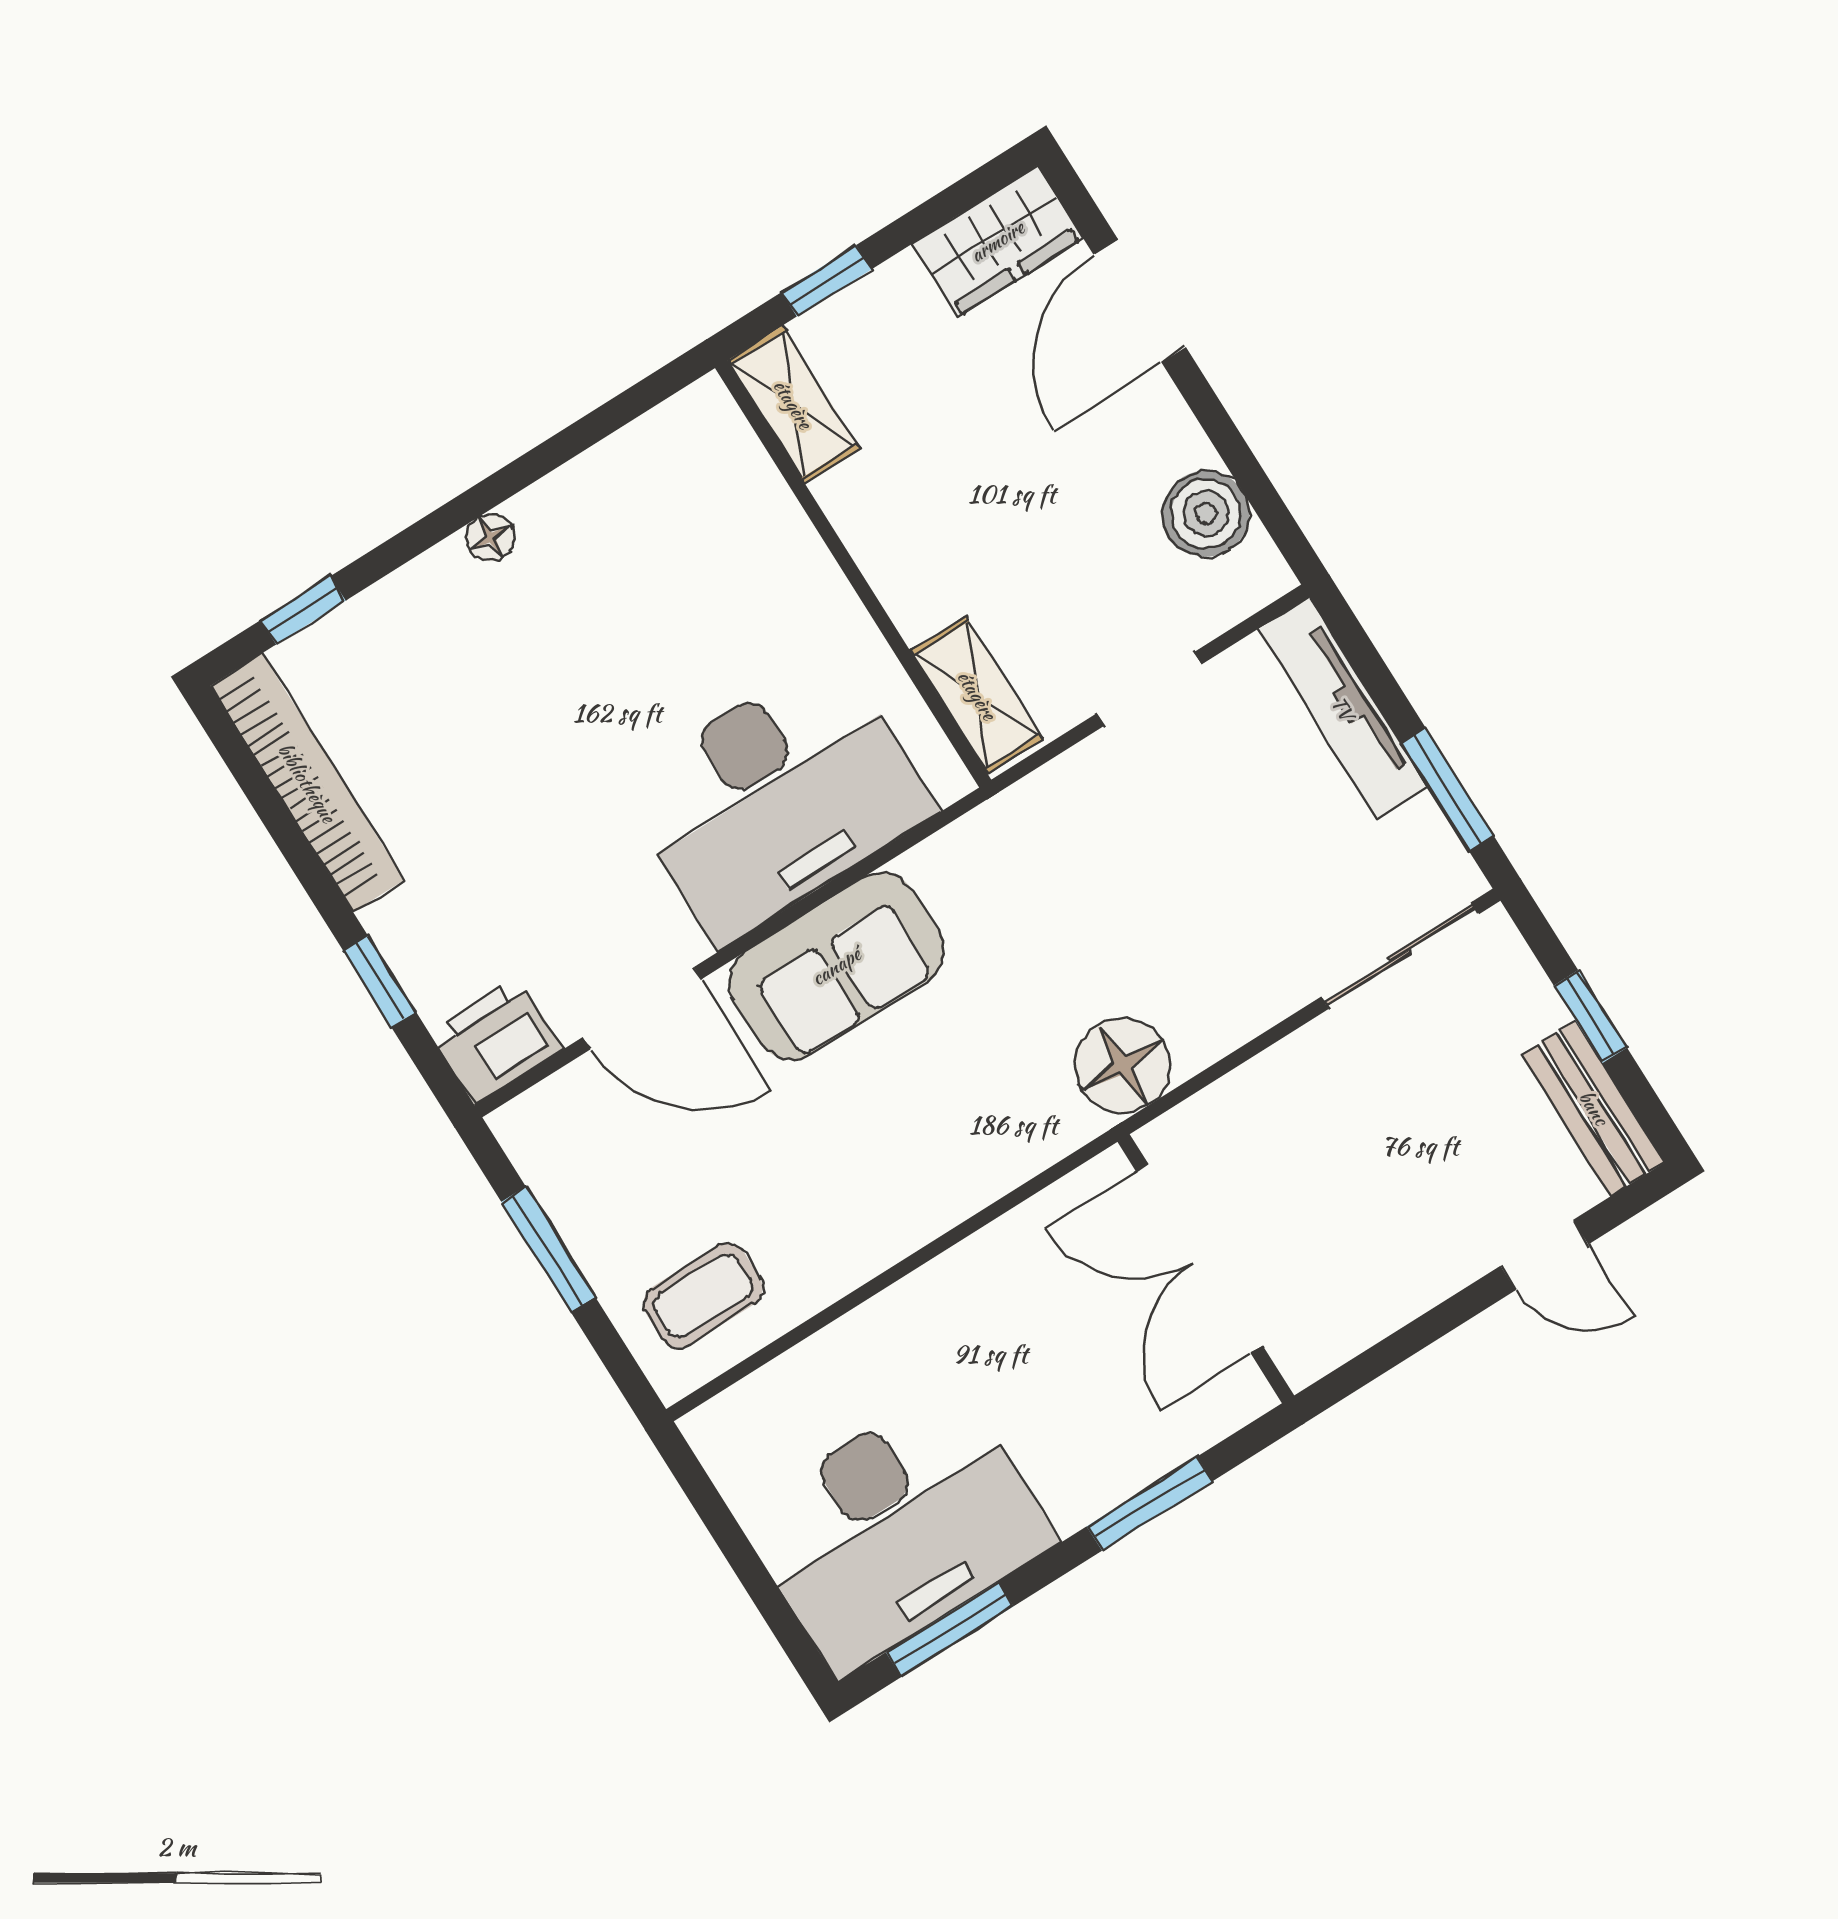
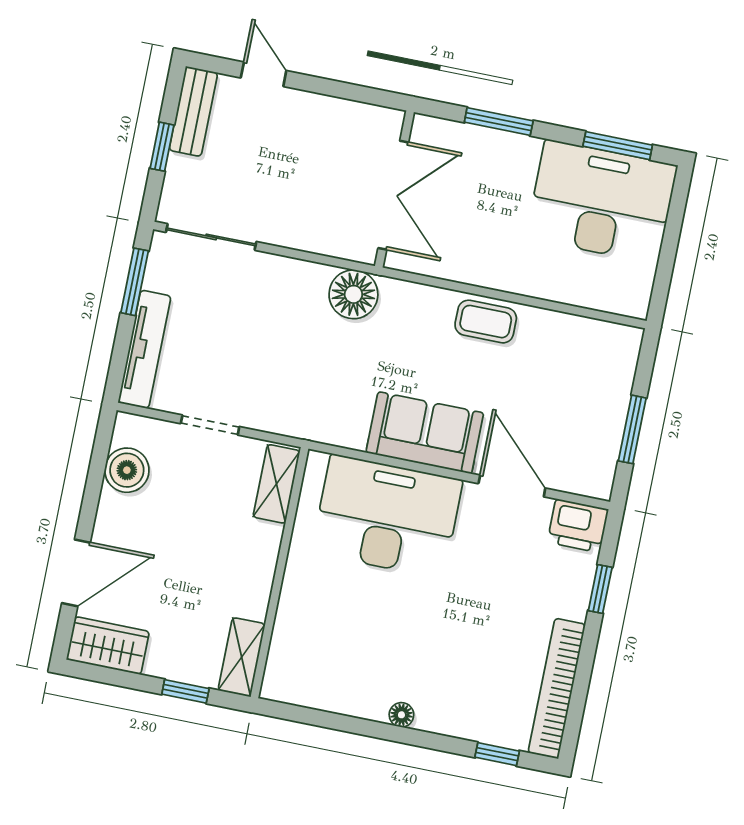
coffee table: (703, 1296) -> (486, 322), moved

